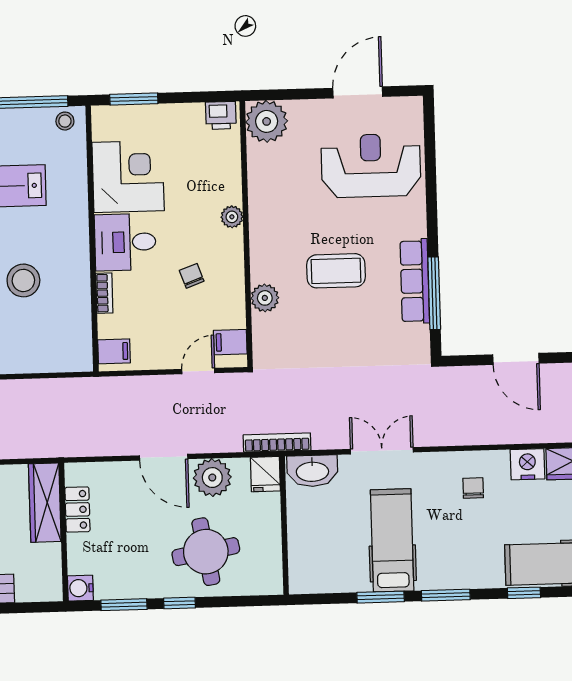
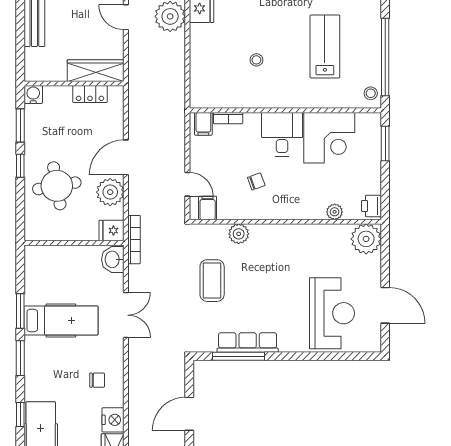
plant: (232, 217) -> (335, 212), moved
coffee table: (336, 271) -> (212, 281), moved
stool: (23, 280) -> (256, 60), width x0.53, depth x0.53
bookcase: (104, 293) -> (228, 118), moved
washbasin: (312, 471) -> (113, 259), width x0.72

